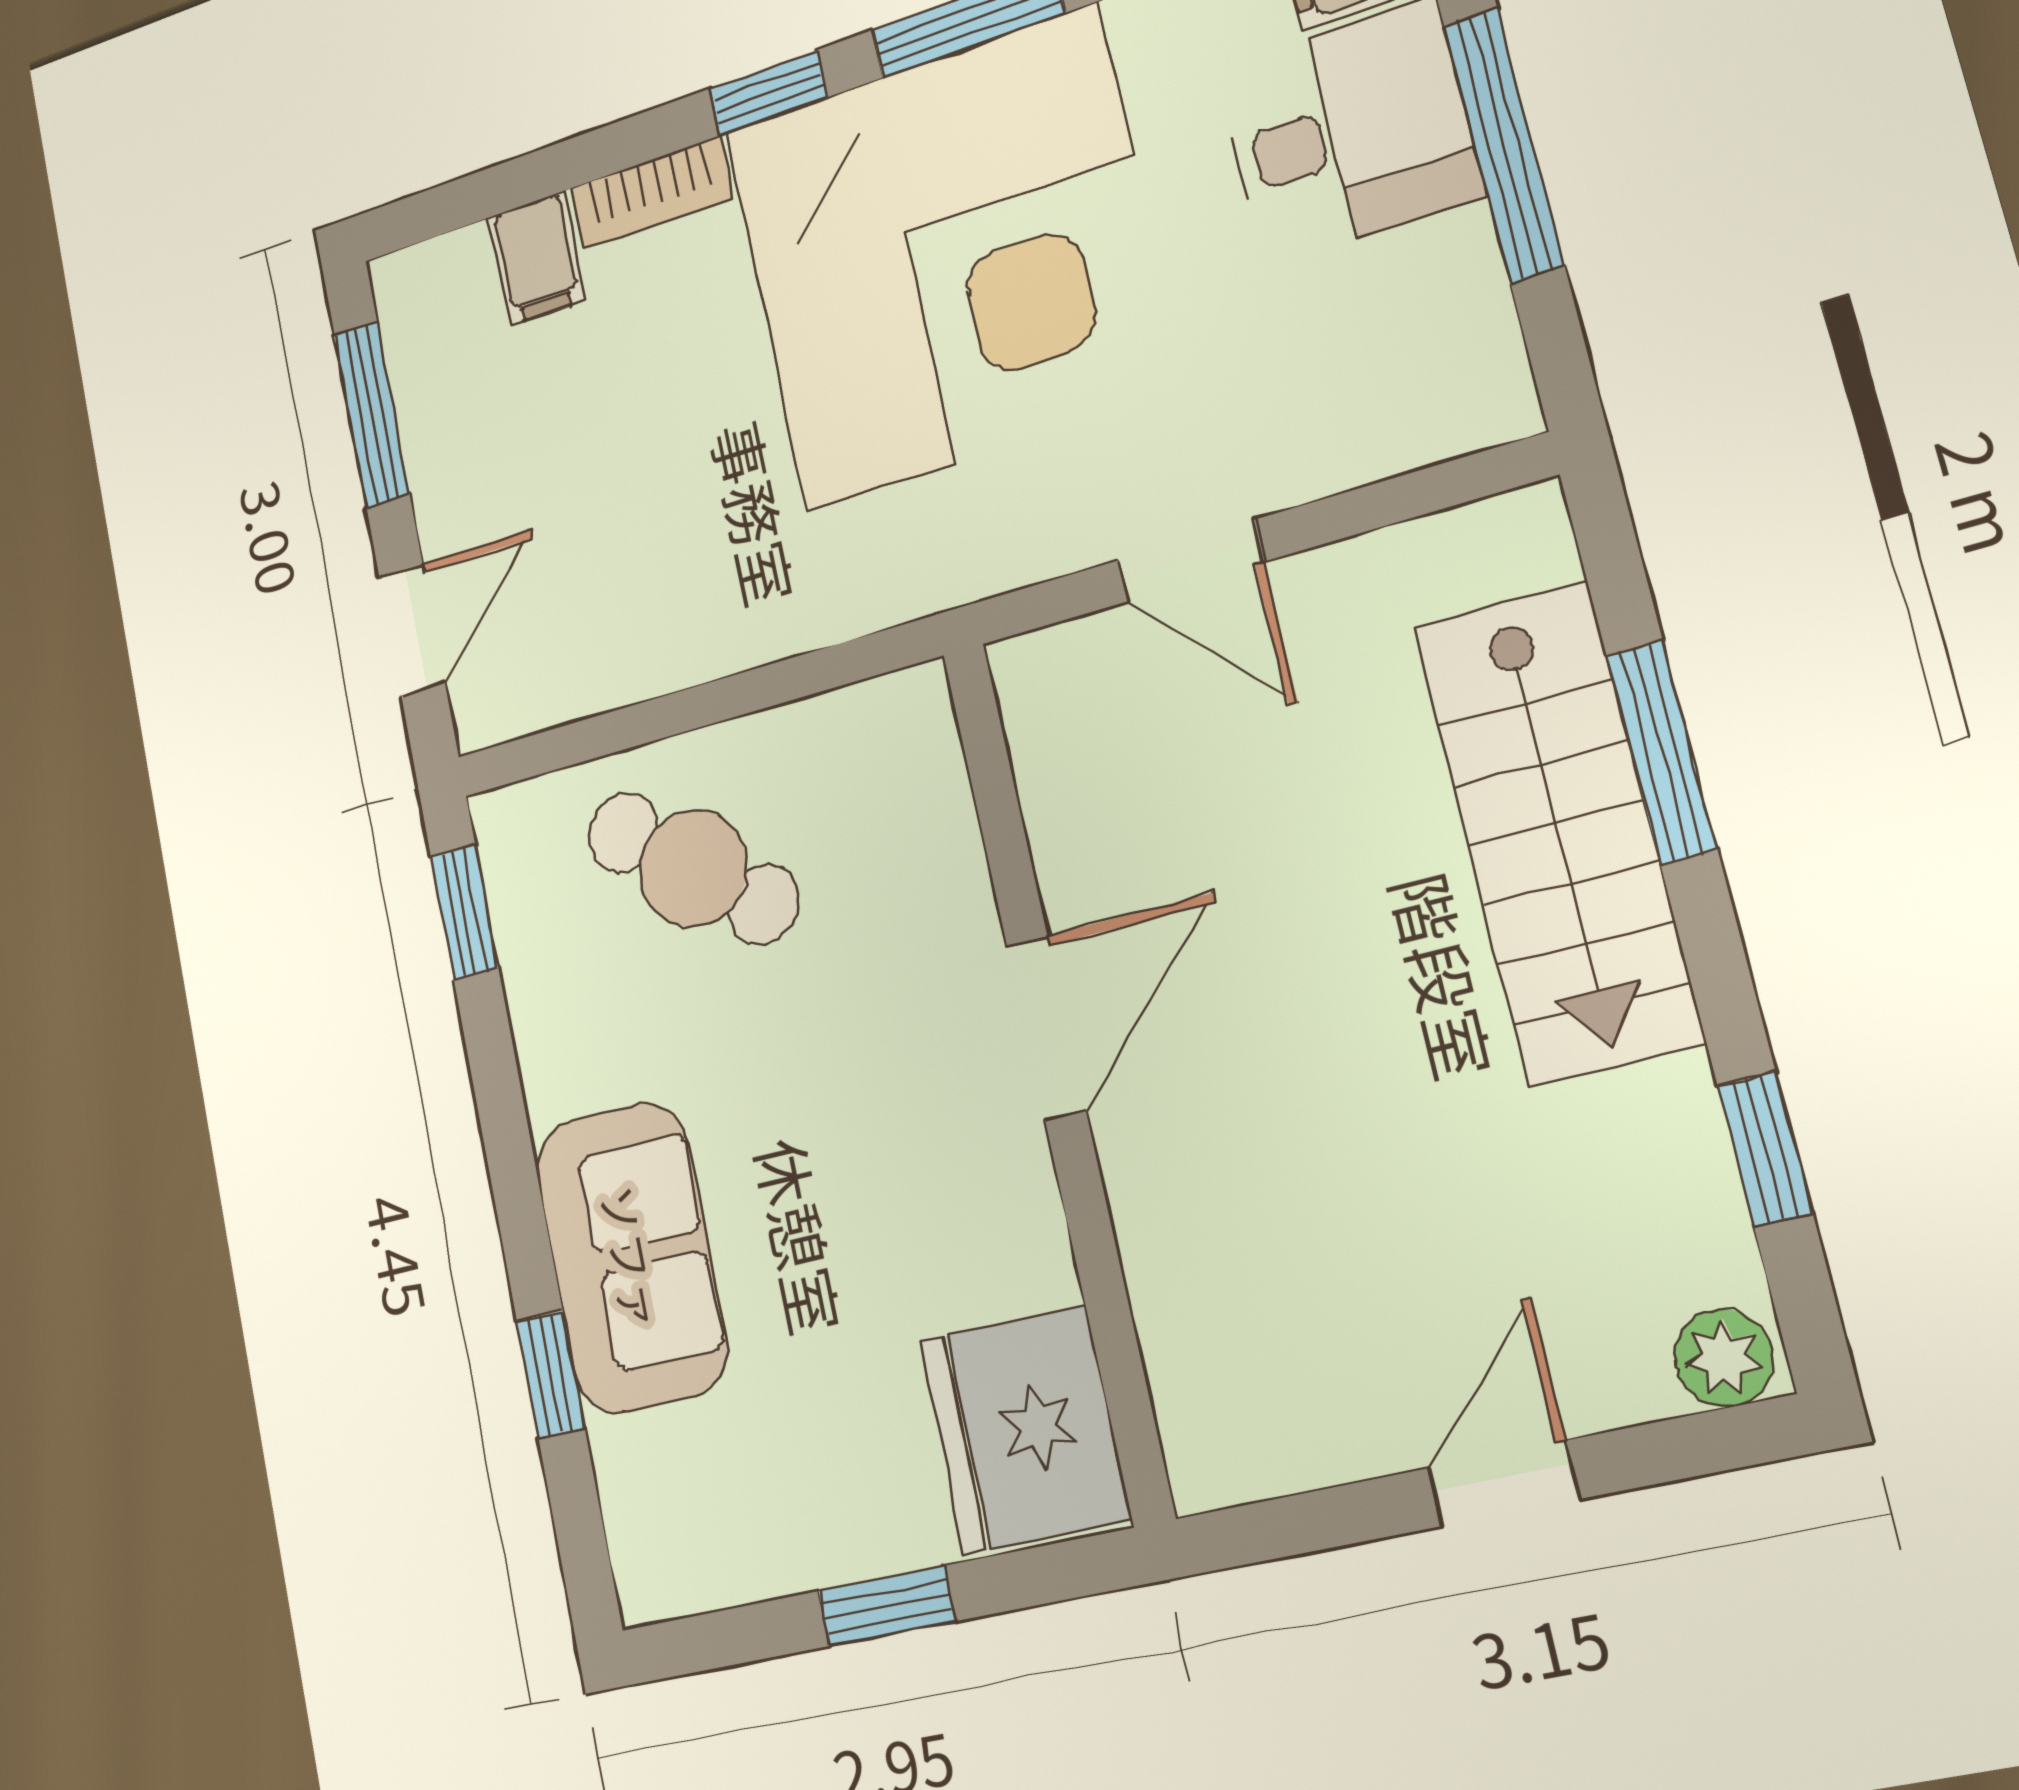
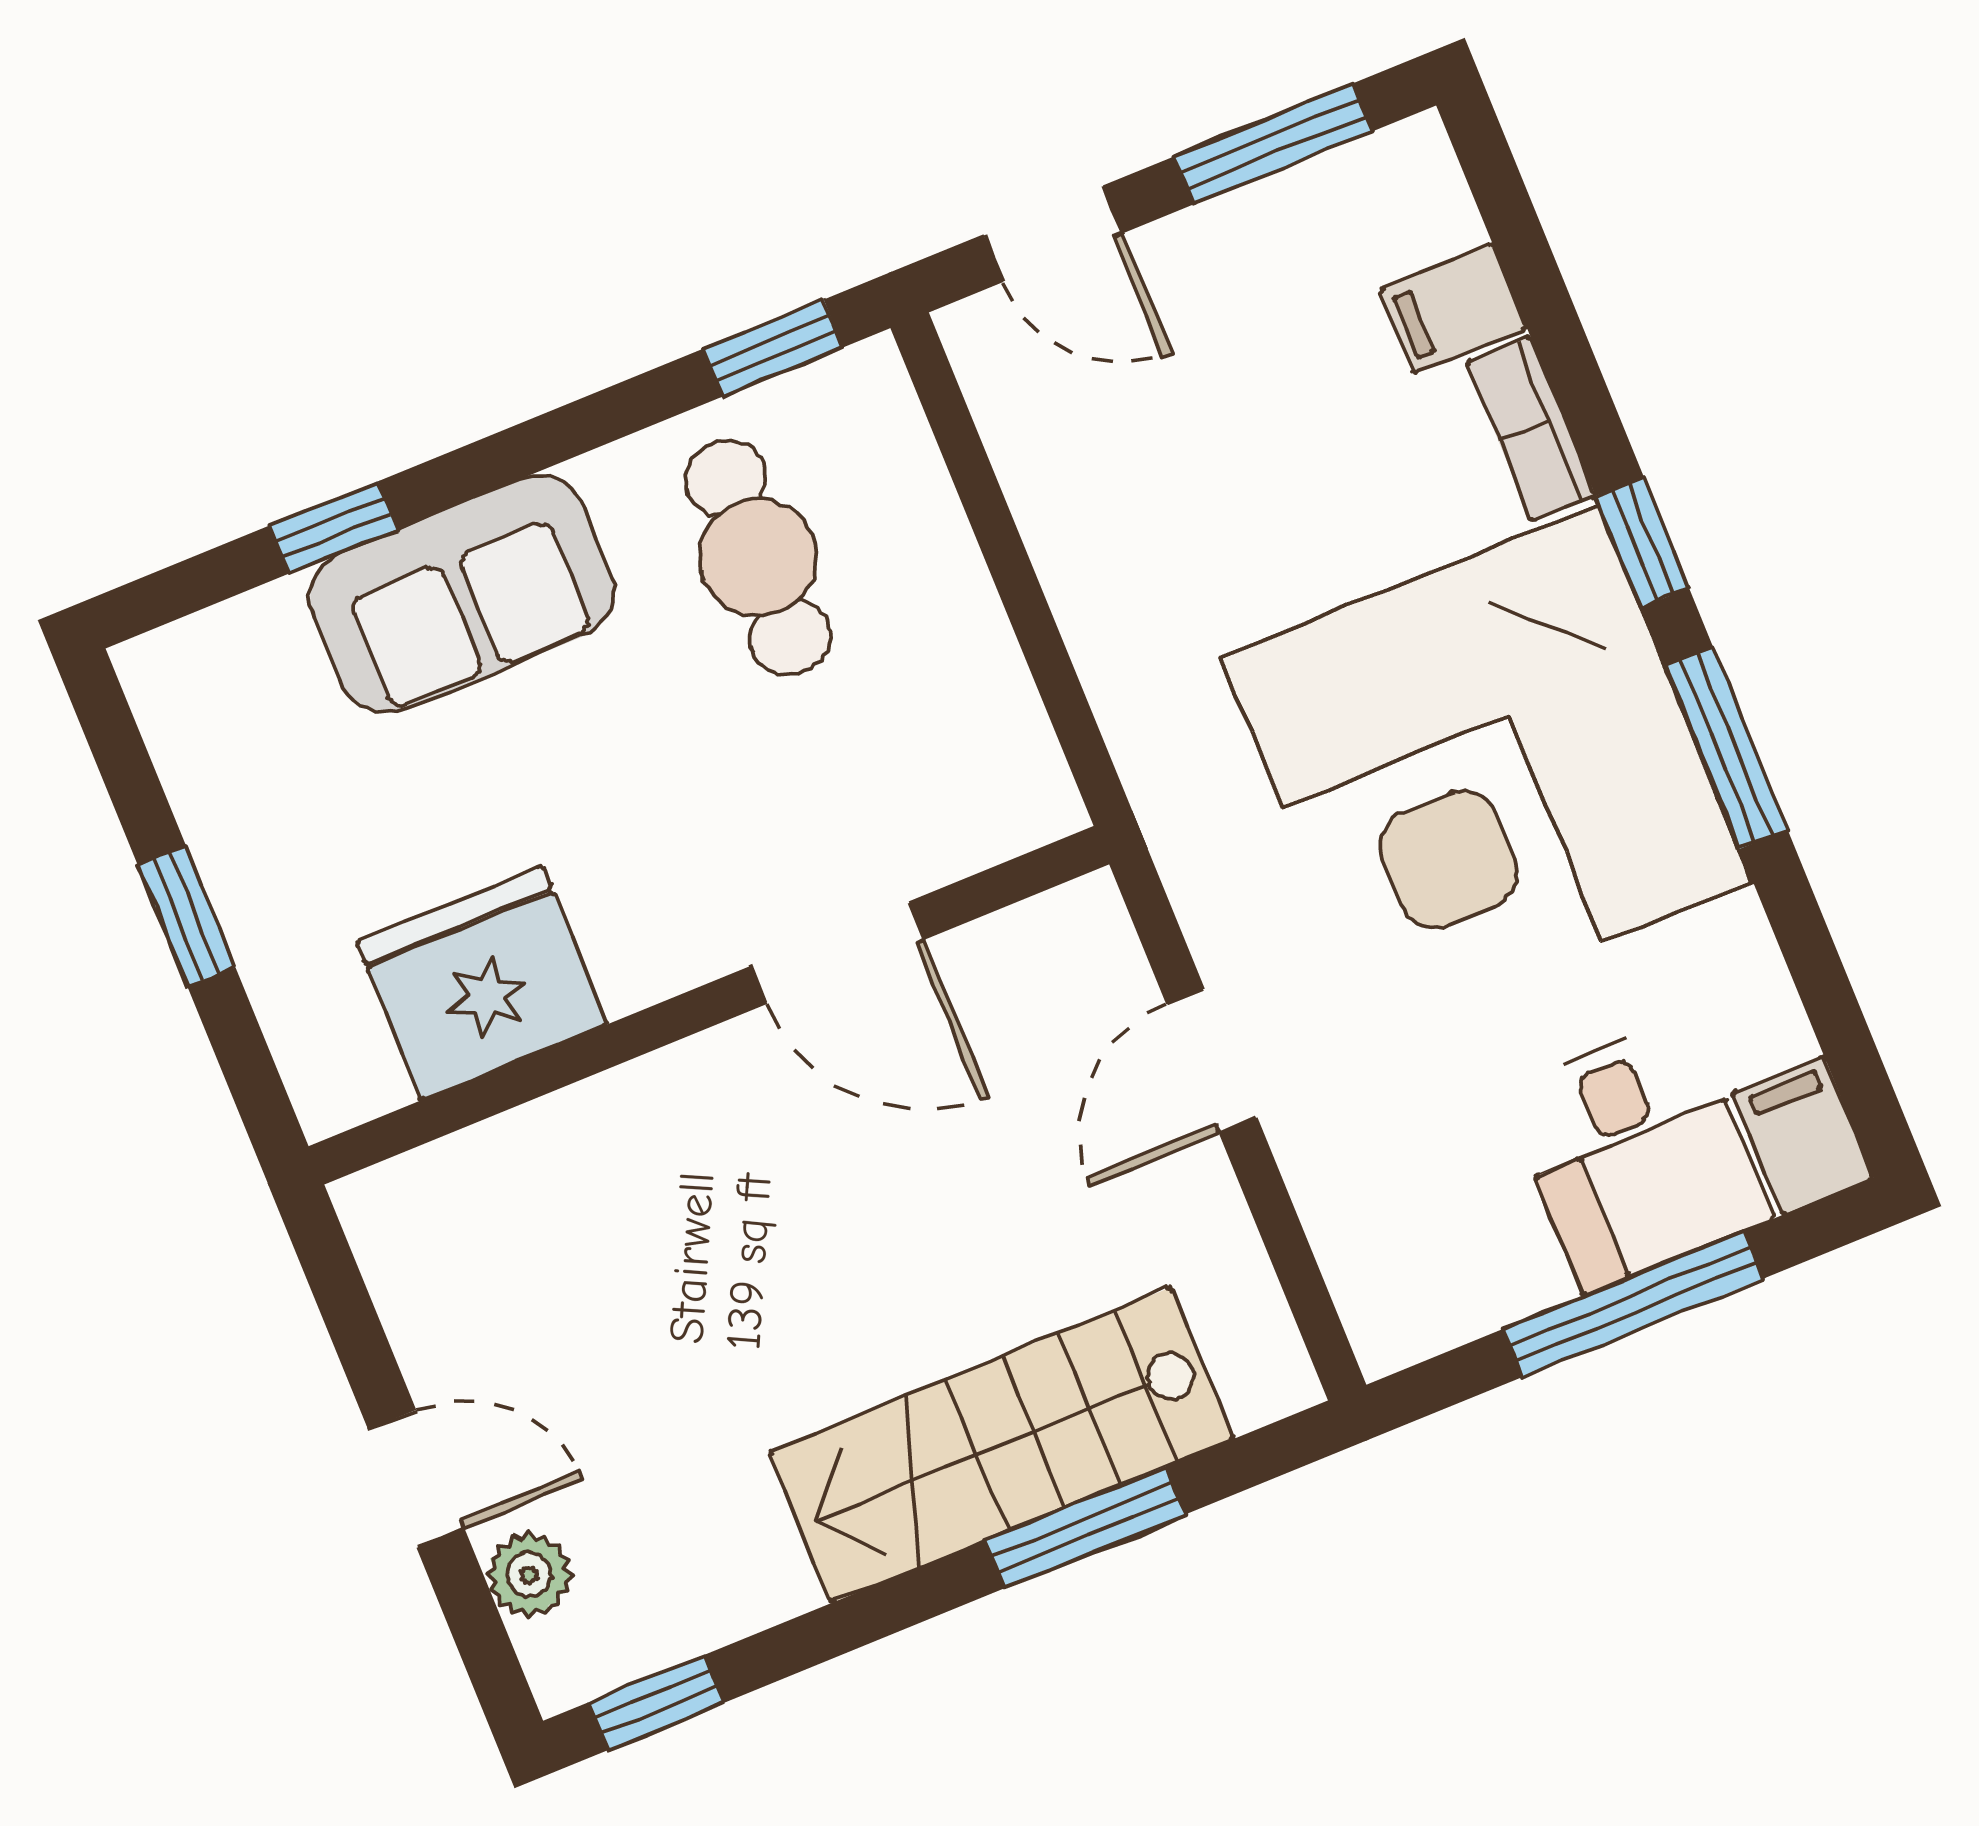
cafe table: (693, 868) -> (758, 558), moved, turned -39
door: (1046, 1028) -> (838, 953), moved
window: (1765, 1149) -> (656, 1703), moved
plant: (1724, 1358) -> (529, 1575), moved
fridge: (1025, 1430) -> (482, 983), moved

